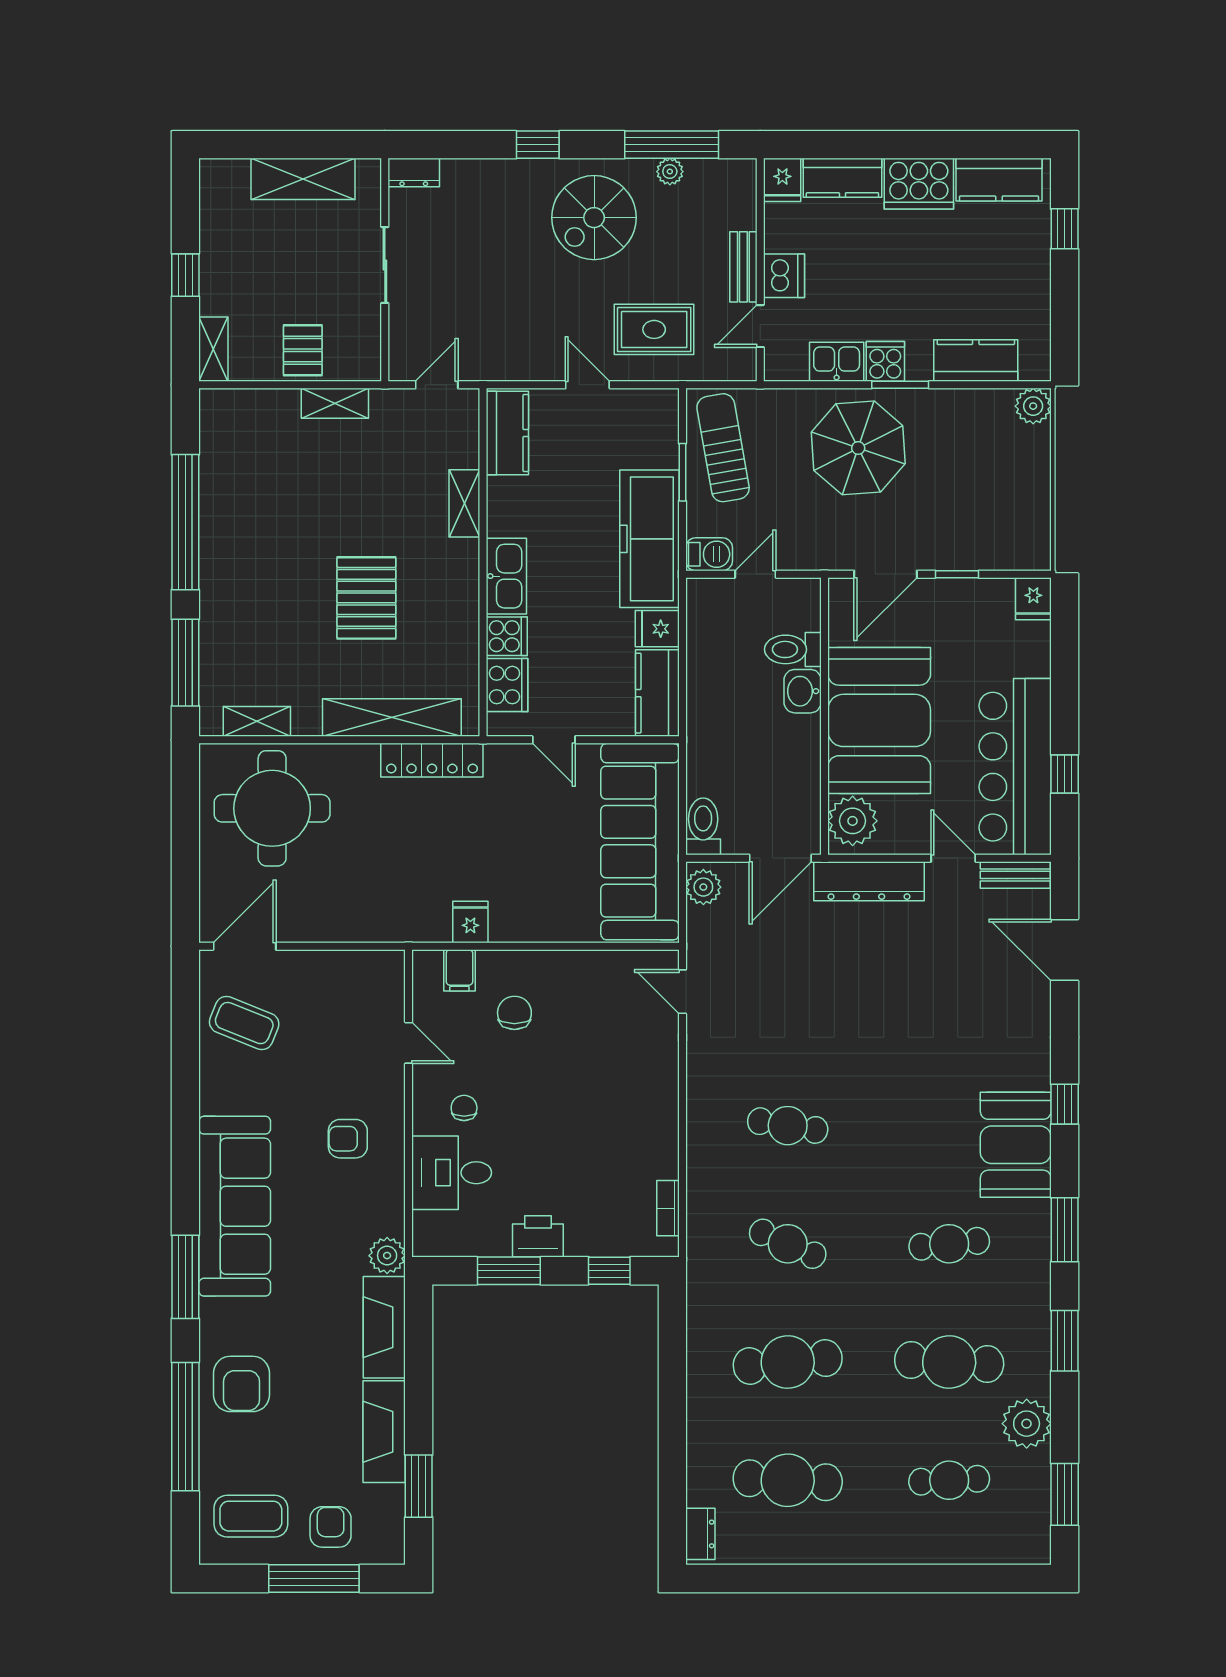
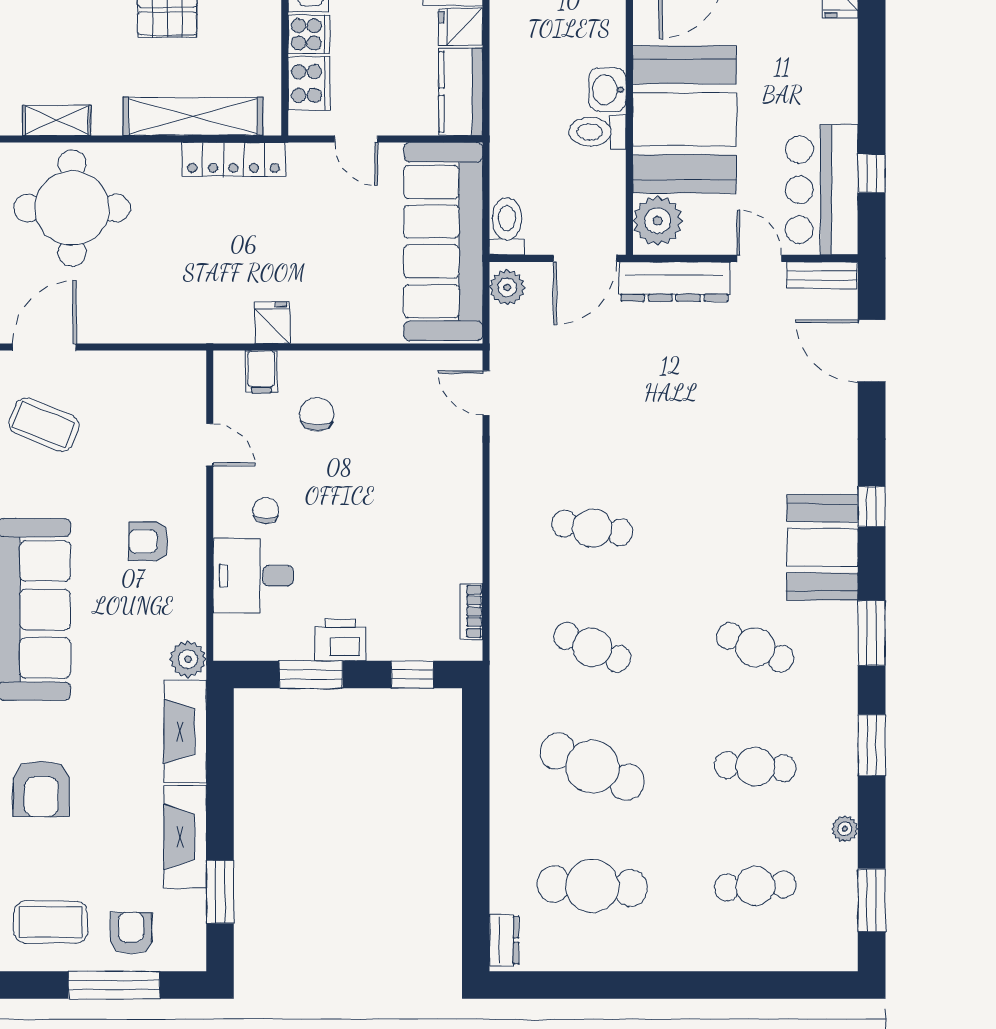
toilet: (793, 649) -> (597, 132), moved
bar counter: (1015, 767) -> (822, 190), width x0.73
cafe table: (949, 1244) -> (755, 647), turned 30
cafe table: (788, 1362) -> (592, 767), turned 30
cafe table: (949, 1362) -> (755, 767), width x0.73, depth x0.74
plant: (1027, 1424) -> (845, 829), width x0.53, depth x0.53

